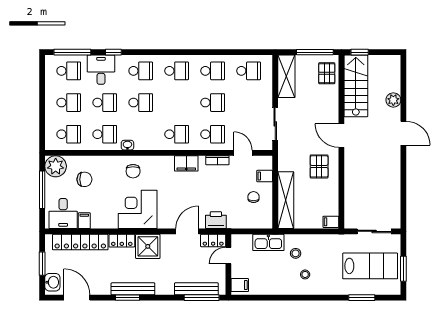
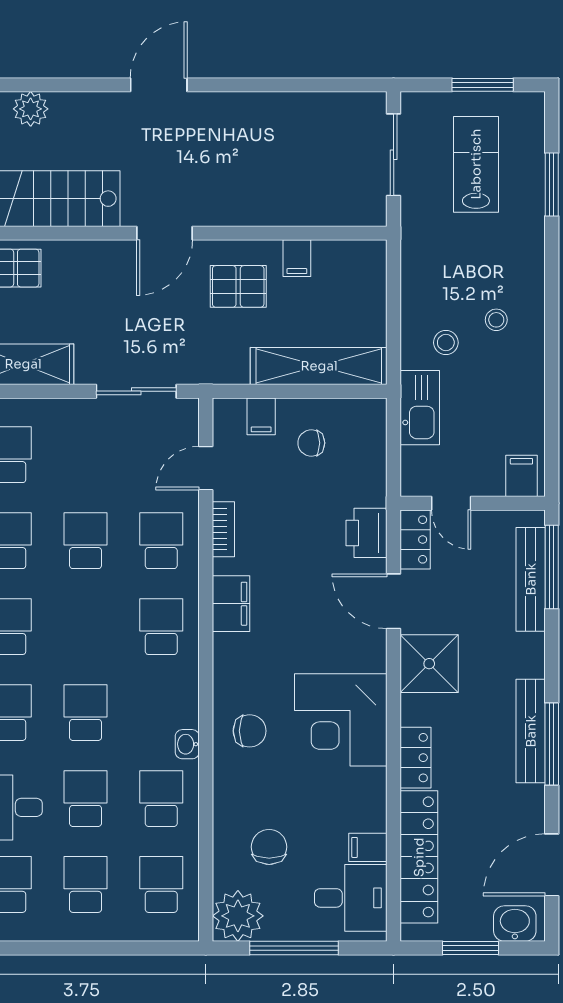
plant: (393, 100) -> (31, 109), moved
filing cabinet: (331, 222) -> (297, 258), moved
shower: (148, 246) -> (429, 664), moved
lab bench: (370, 266) -> (476, 164), width x0.73, depth x0.72
window: (128, 298) -> (552, 744), width x1.44

